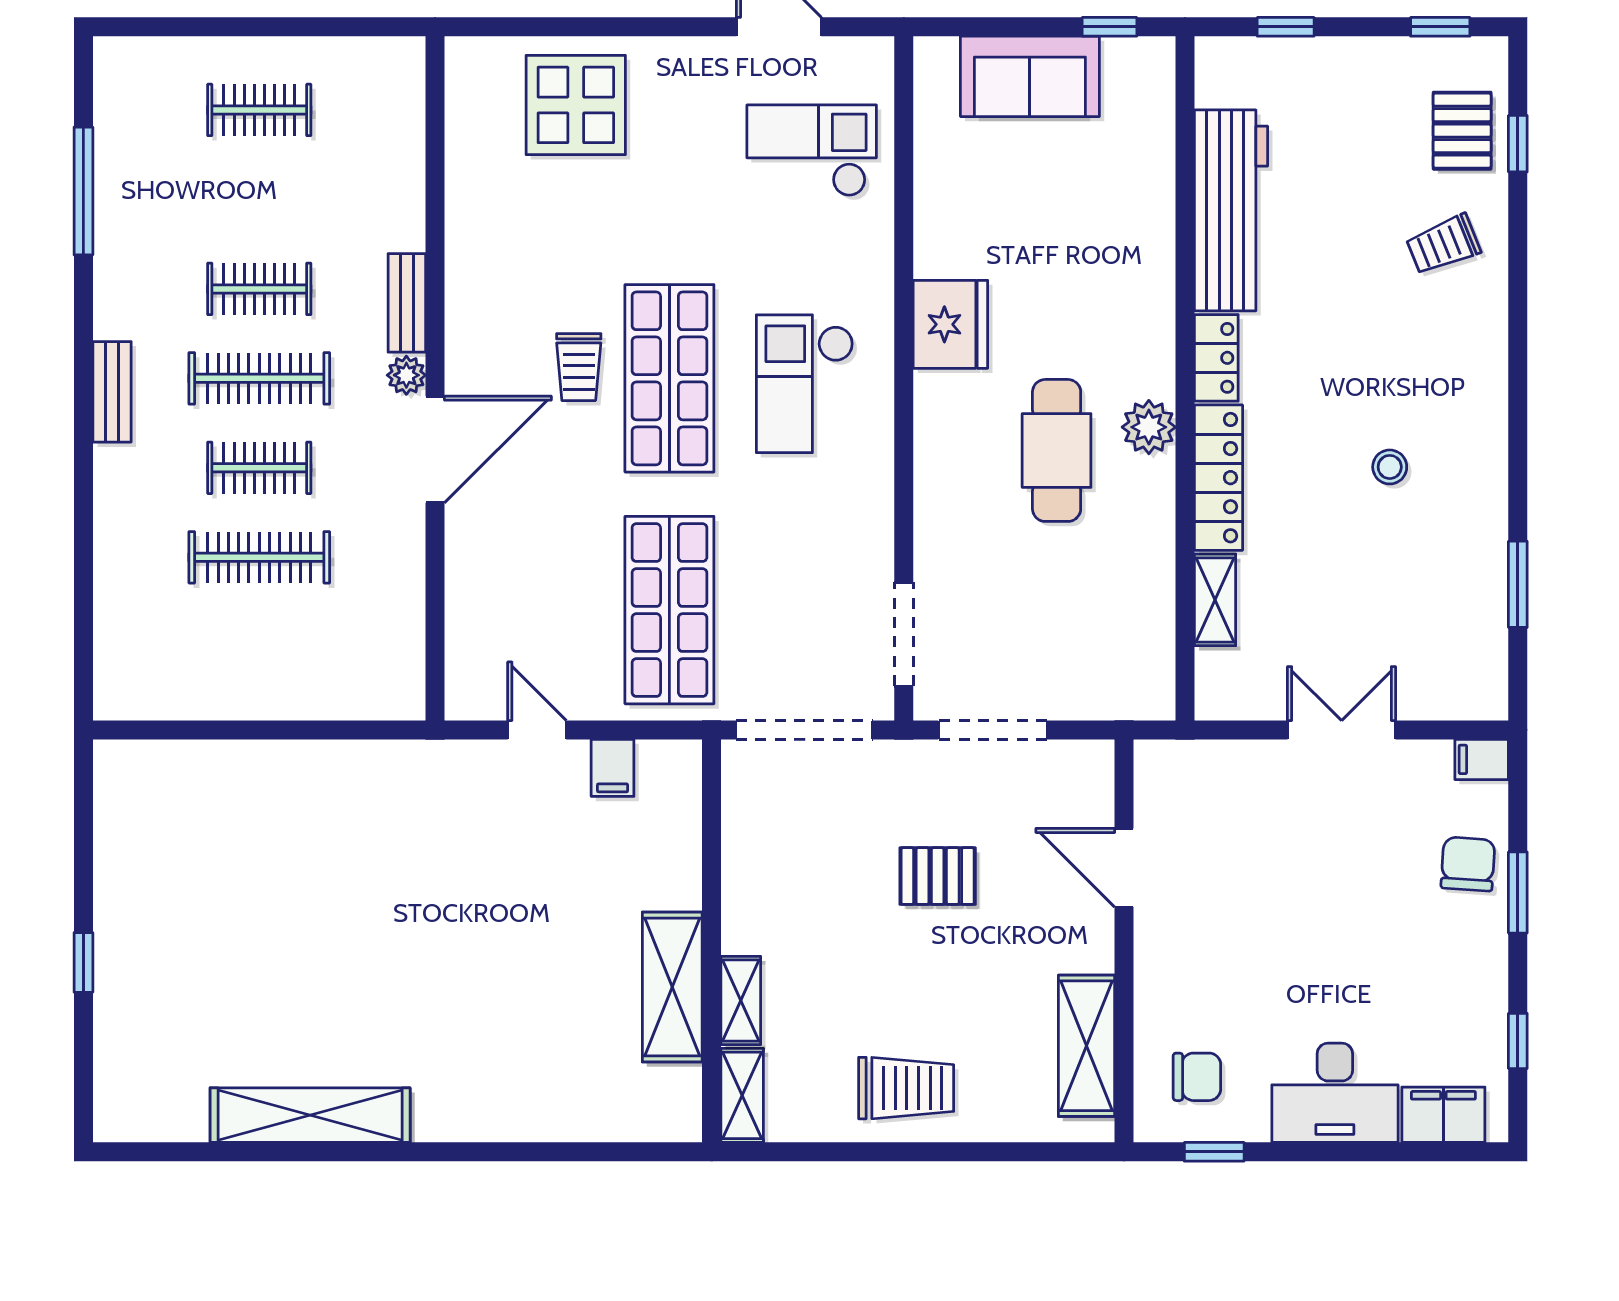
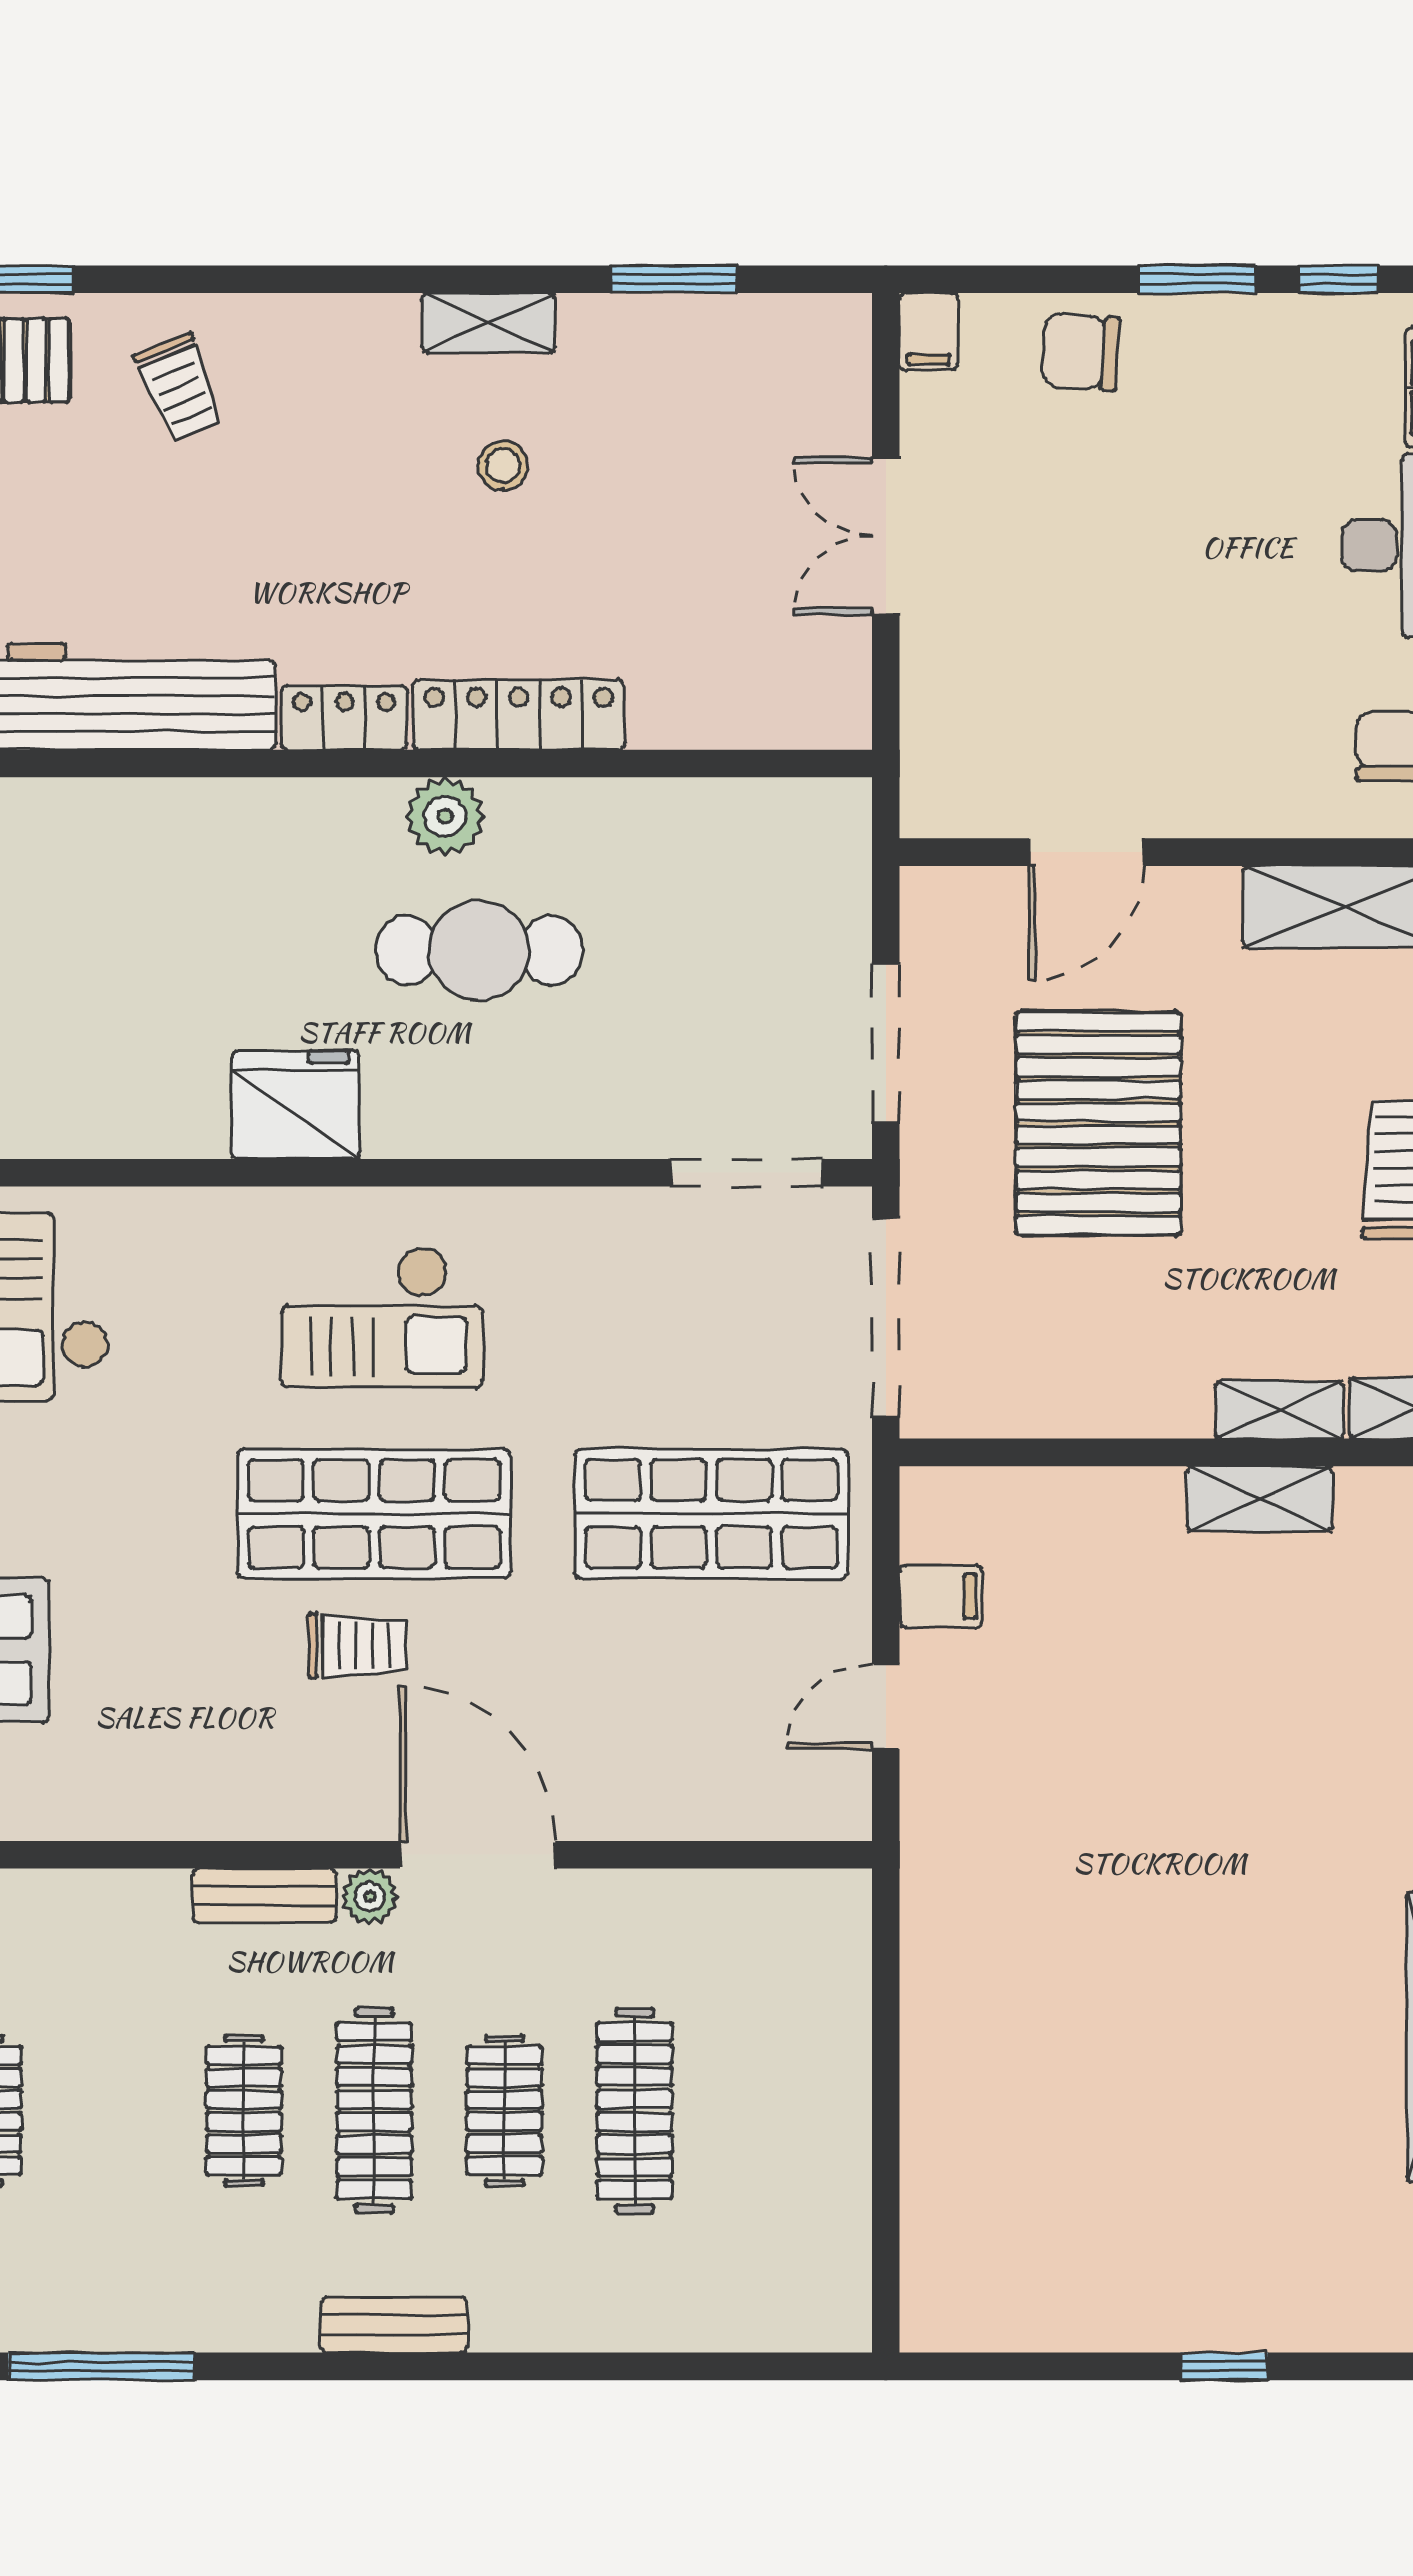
shelving: (1215, 600) -> (489, 323), moved
pallet: (938, 876) -> (1098, 1123), width x2.05, depth x2.00
window: (1518, 892) -> (1197, 279), moved
shelving: (672, 987) -> (1260, 1499), width x0.67, depth x0.75

